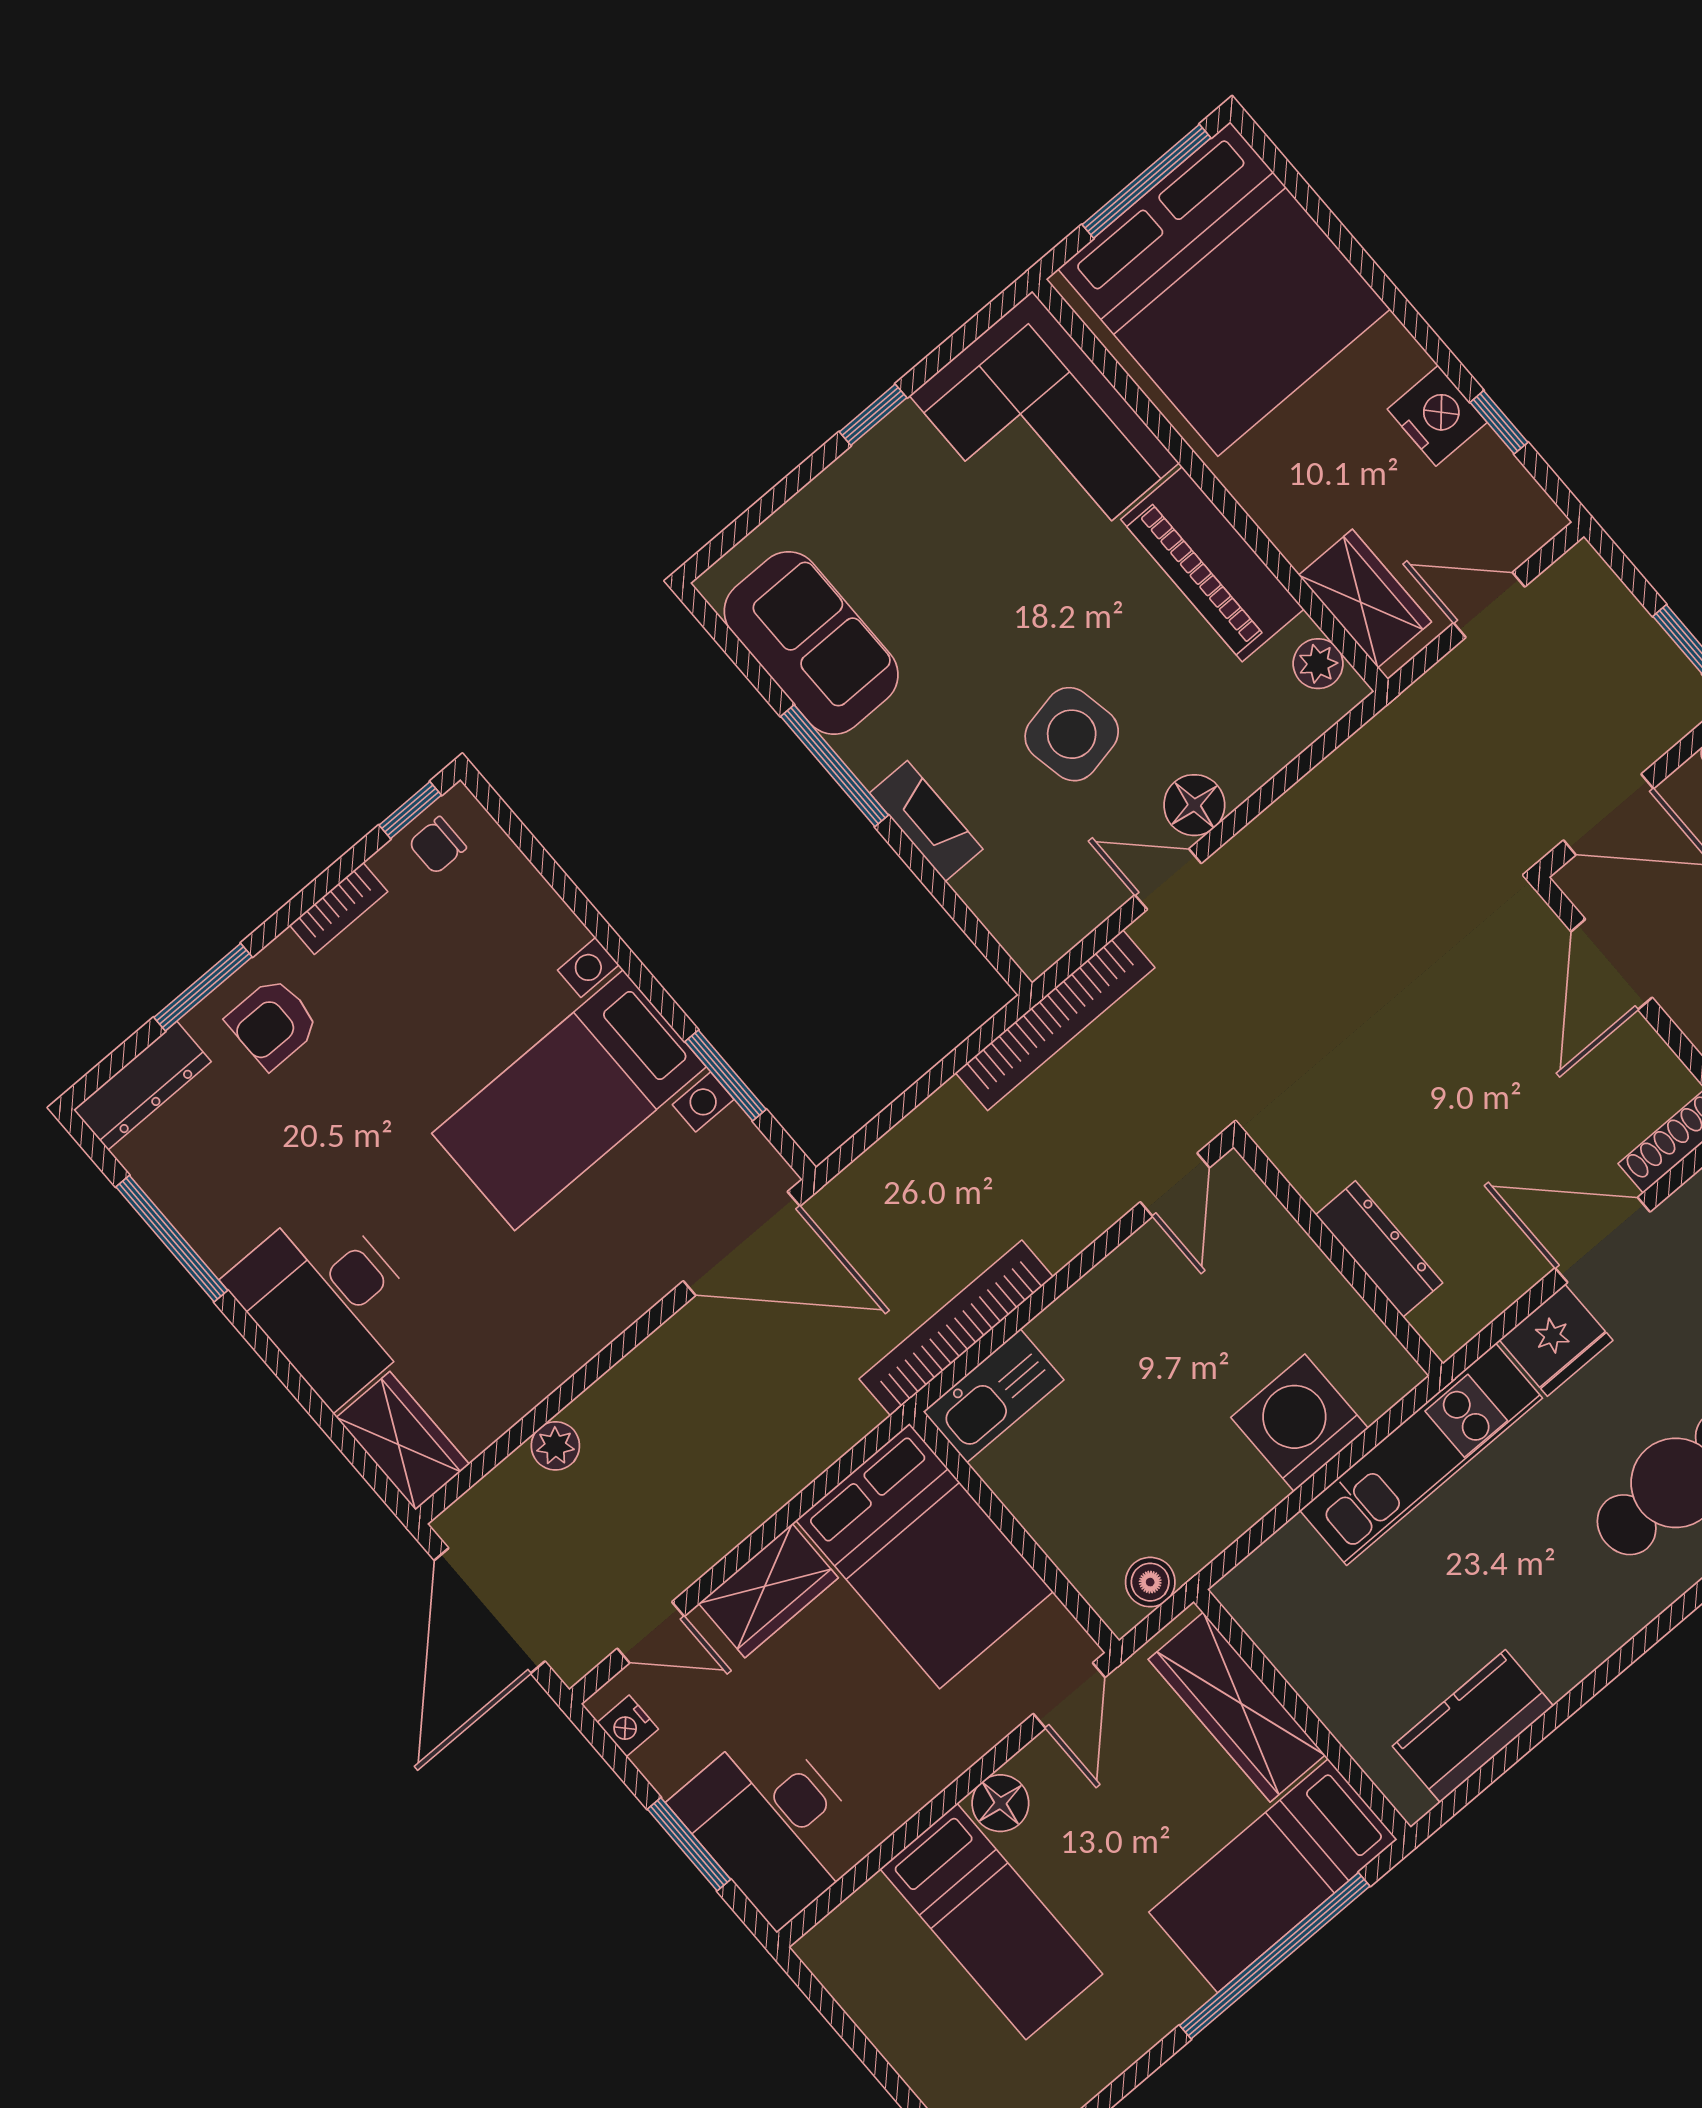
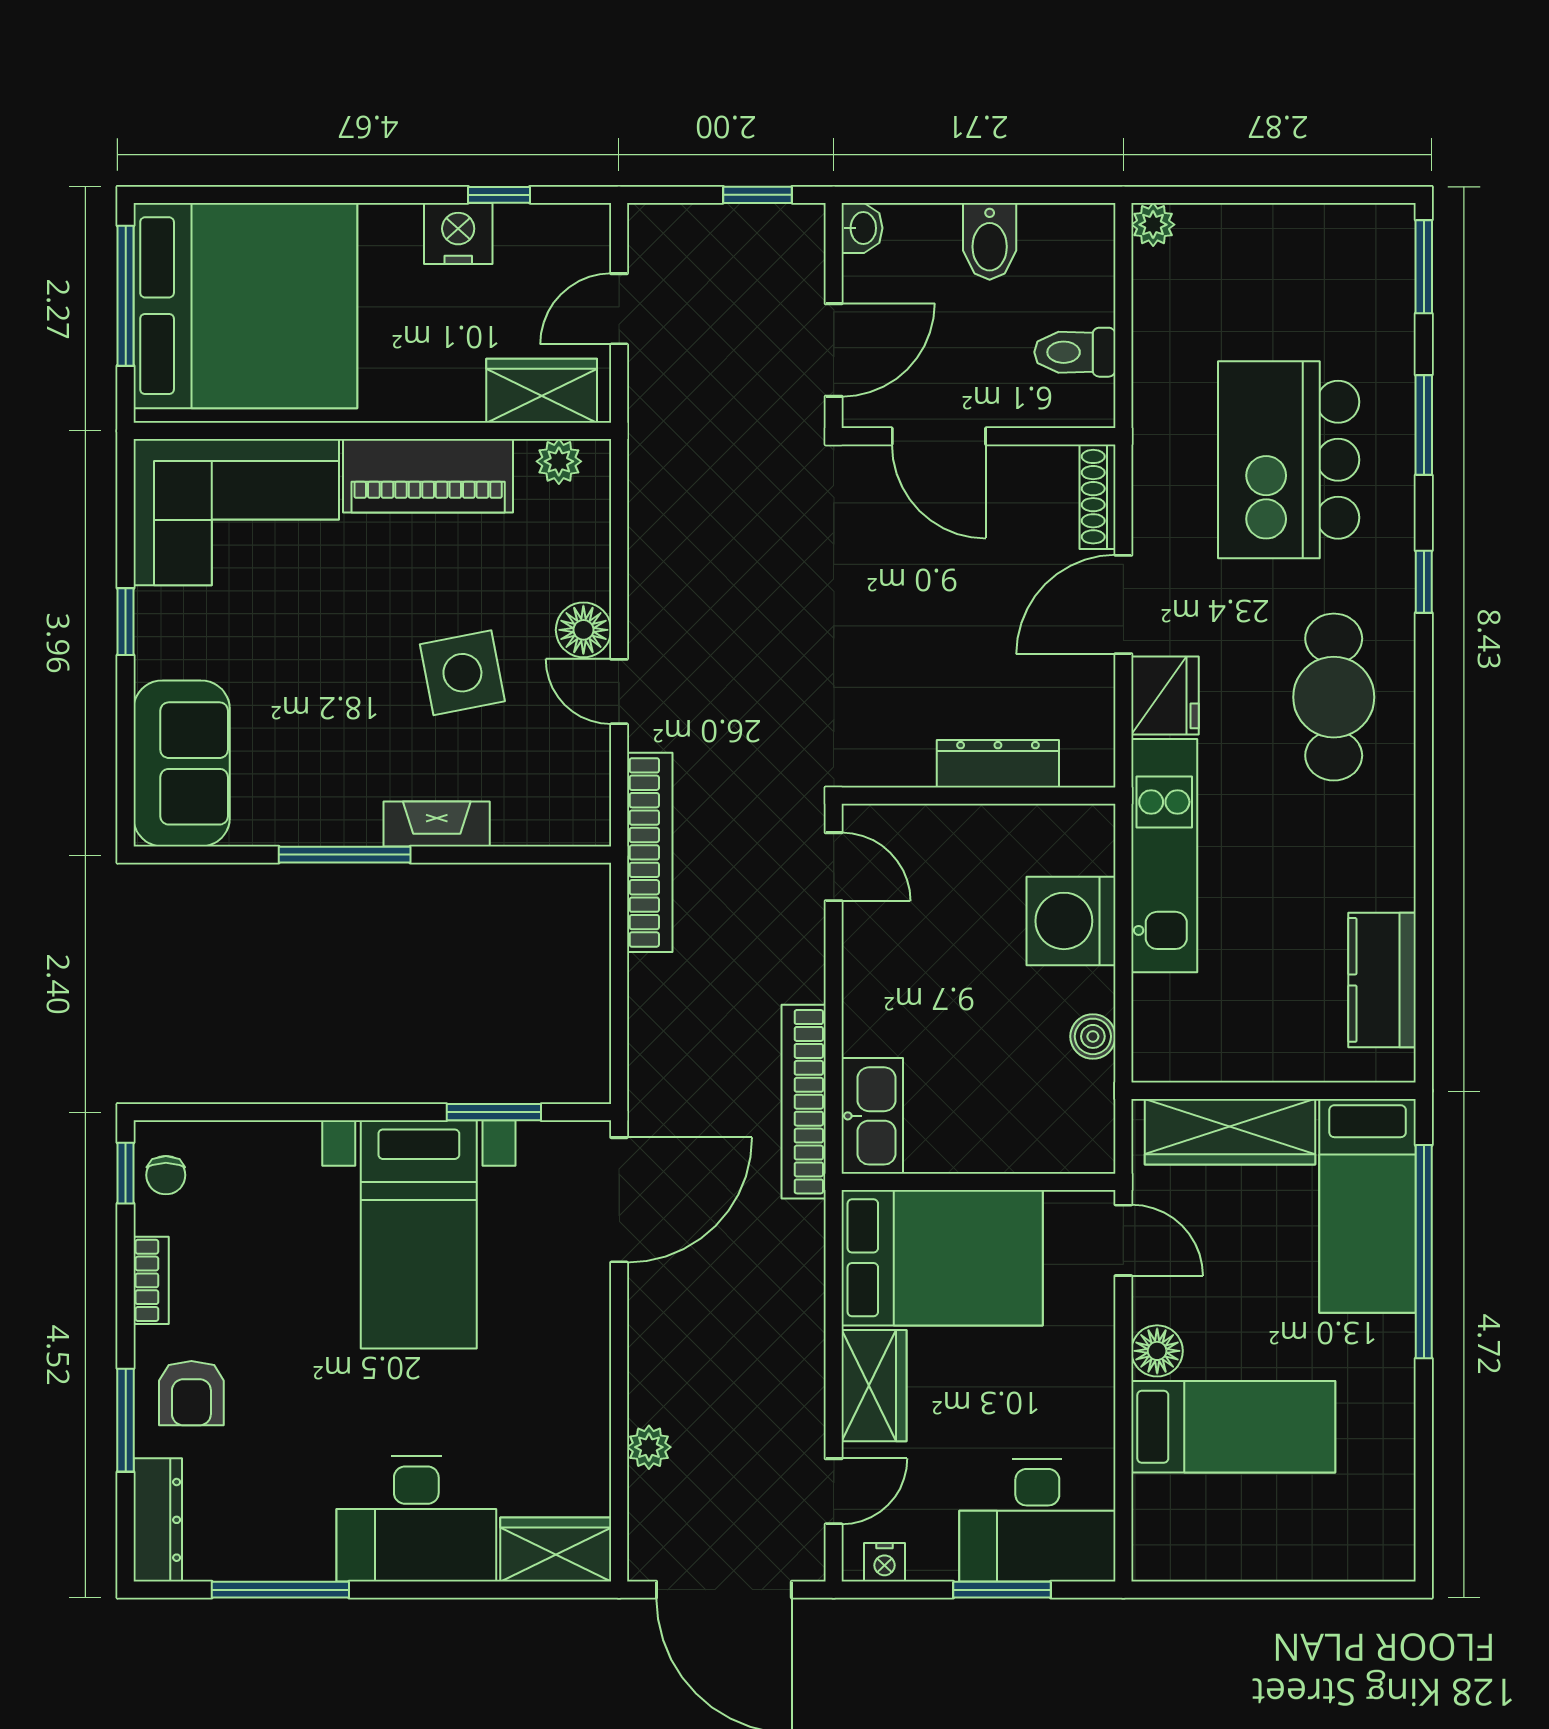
sofa: (811, 643) -> (182, 763), moved, turned 90
door: (1168, 879) -> (619, 692), hinge flipped
boiler: (1150, 1582) -> (1093, 1036), moved

